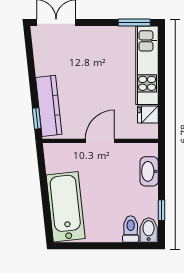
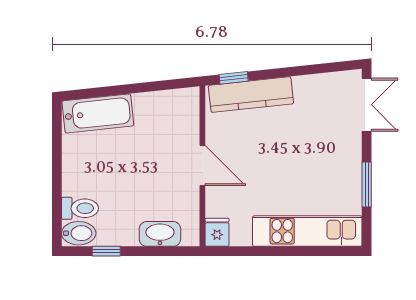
window: (134, 23) -> (367, 185), moved
fridge: (148, 115) -> (217, 232), moved
bathtub: (66, 207) -> (98, 113), width x0.73, depth x0.73

